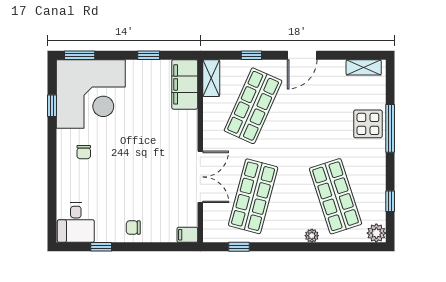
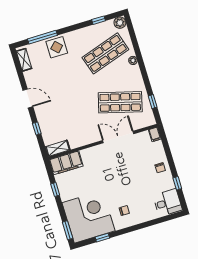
shop shelf: (253, 106) -> (67, 118), removed
window: (390, 128) -> (42, 37), moved

